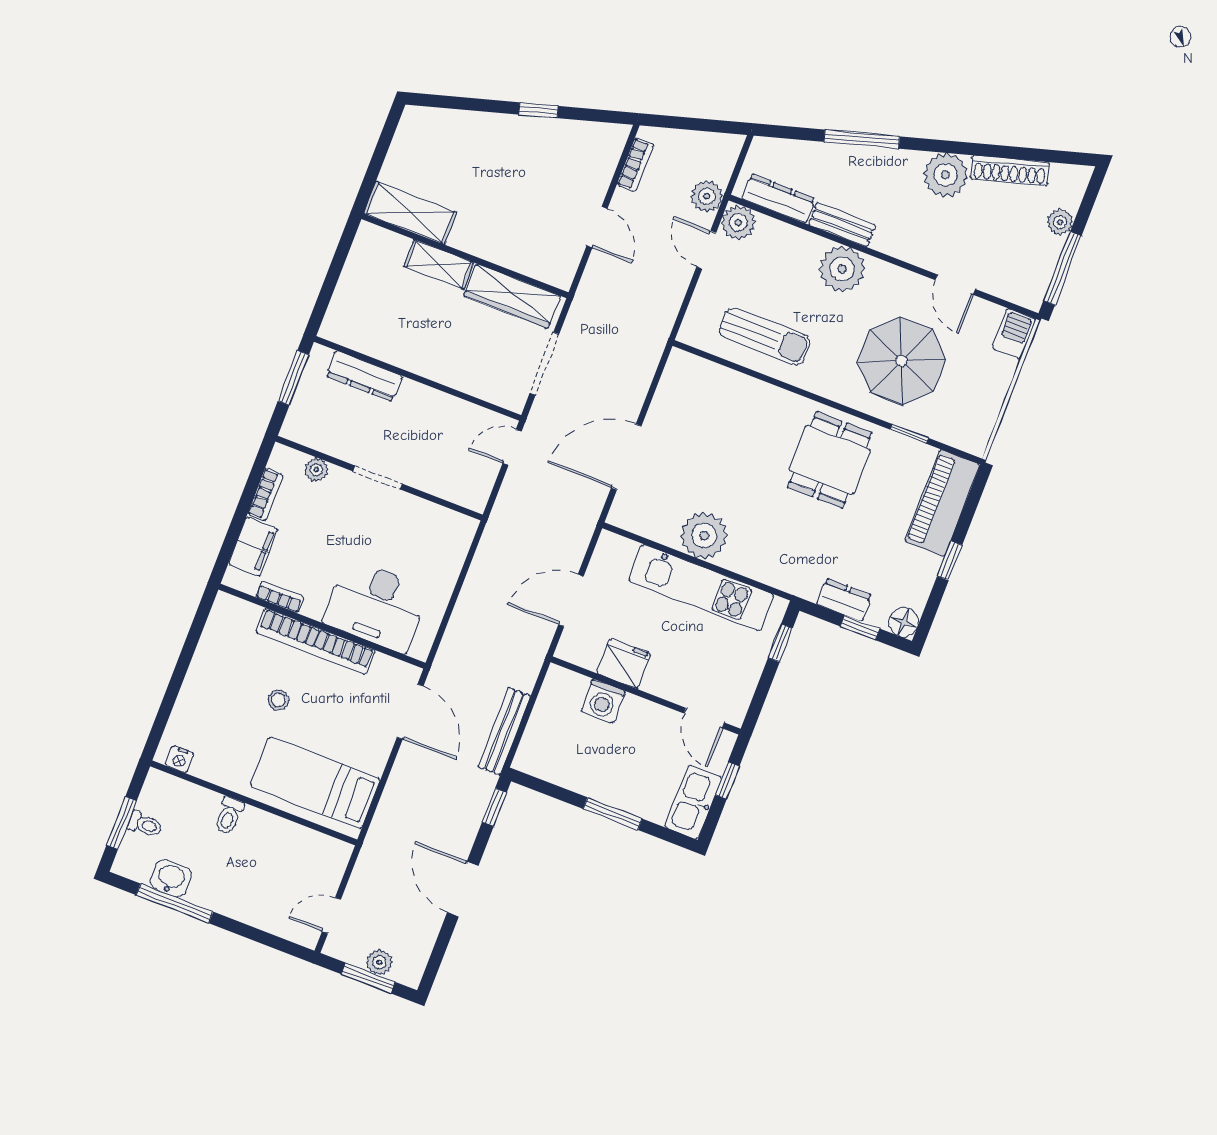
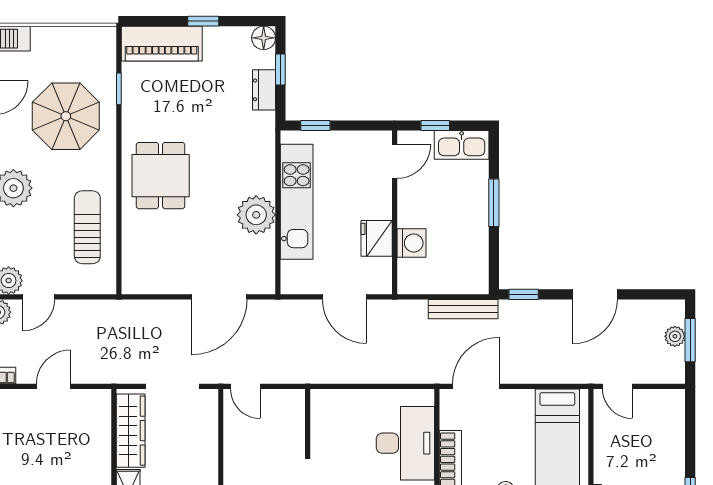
door: (626, 457) -> (219, 297), hinge flipped
dining table: (830, 460) -> (161, 176), moved, turned 90
door: (331, 915) -> (617, 386), moved

